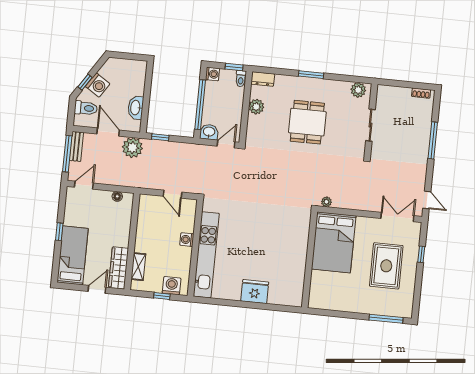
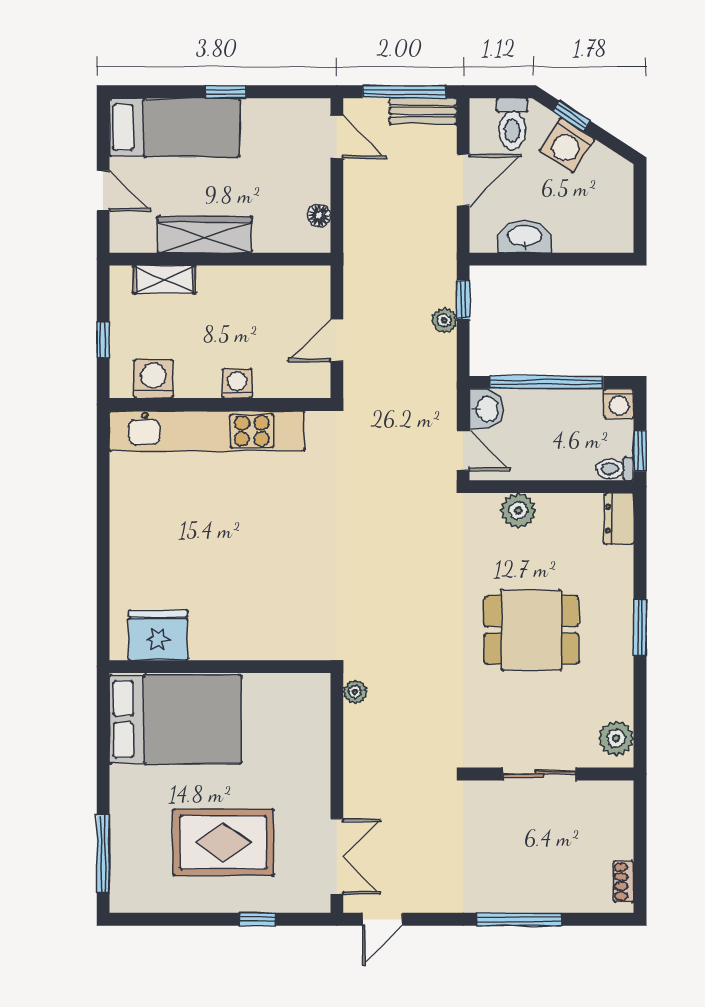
plant: (256, 107) -> (518, 510), moved
plant: (132, 148) -> (444, 320), moved, width x0.53, depth x0.53
bed: (334, 242) -> (175, 719), moved, turned 180
wardrobe: (118, 268) -> (205, 235), moved
washing machine: (172, 286) -> (153, 379), moved, turned -90
fridge: (255, 292) -> (158, 635), moved, turned -90

